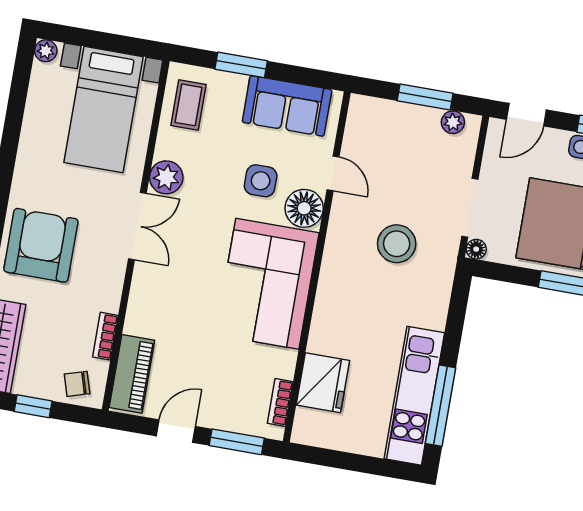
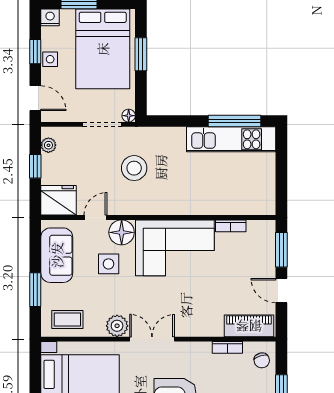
window: (425, 97) -> (35, 166), width x0.67
fridge: (323, 383) -> (59, 200), moved
bookcase: (280, 402) -> (231, 226), moved

